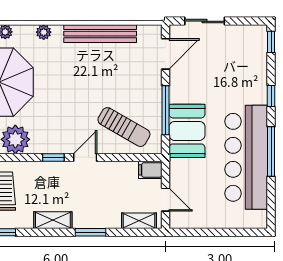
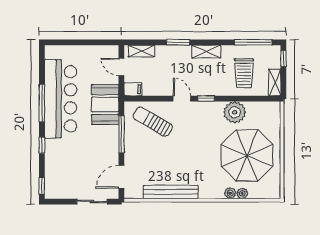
plant: (44, 32) -> (230, 193), moved
booth: (187, 131) -> (105, 105), moved
door: (85, 158) -> (182, 99), swing flipped

